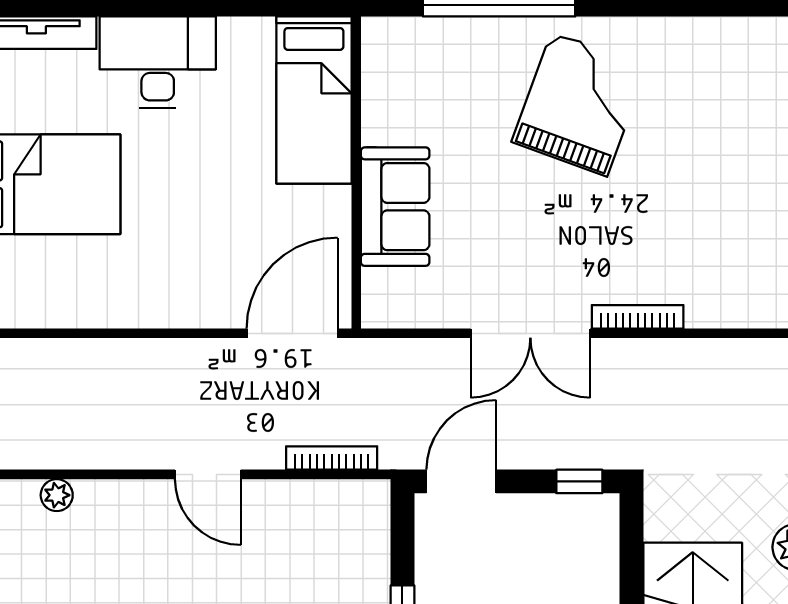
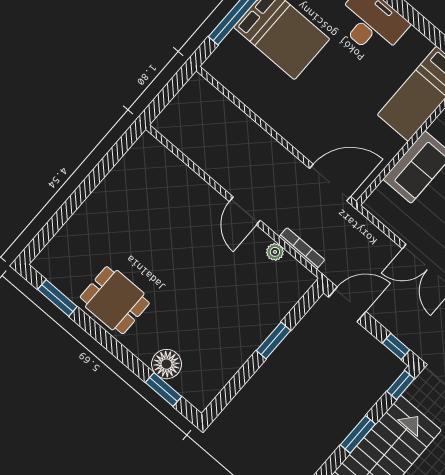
plant: (57, 495) -> (275, 252), moved
window: (632, 529) -> (401, 385), added

